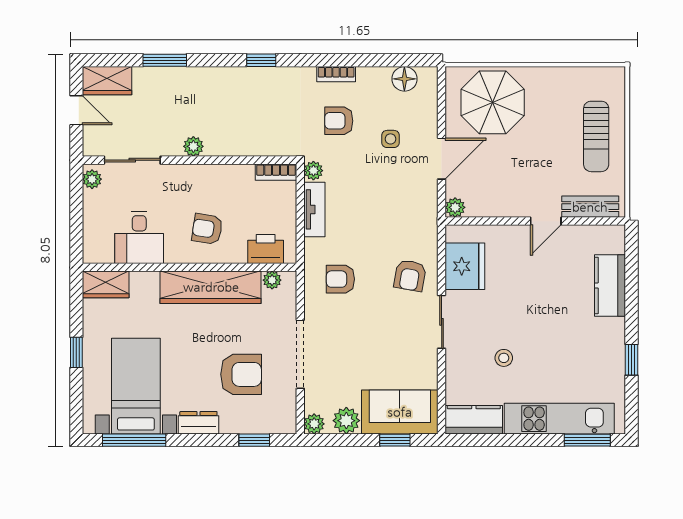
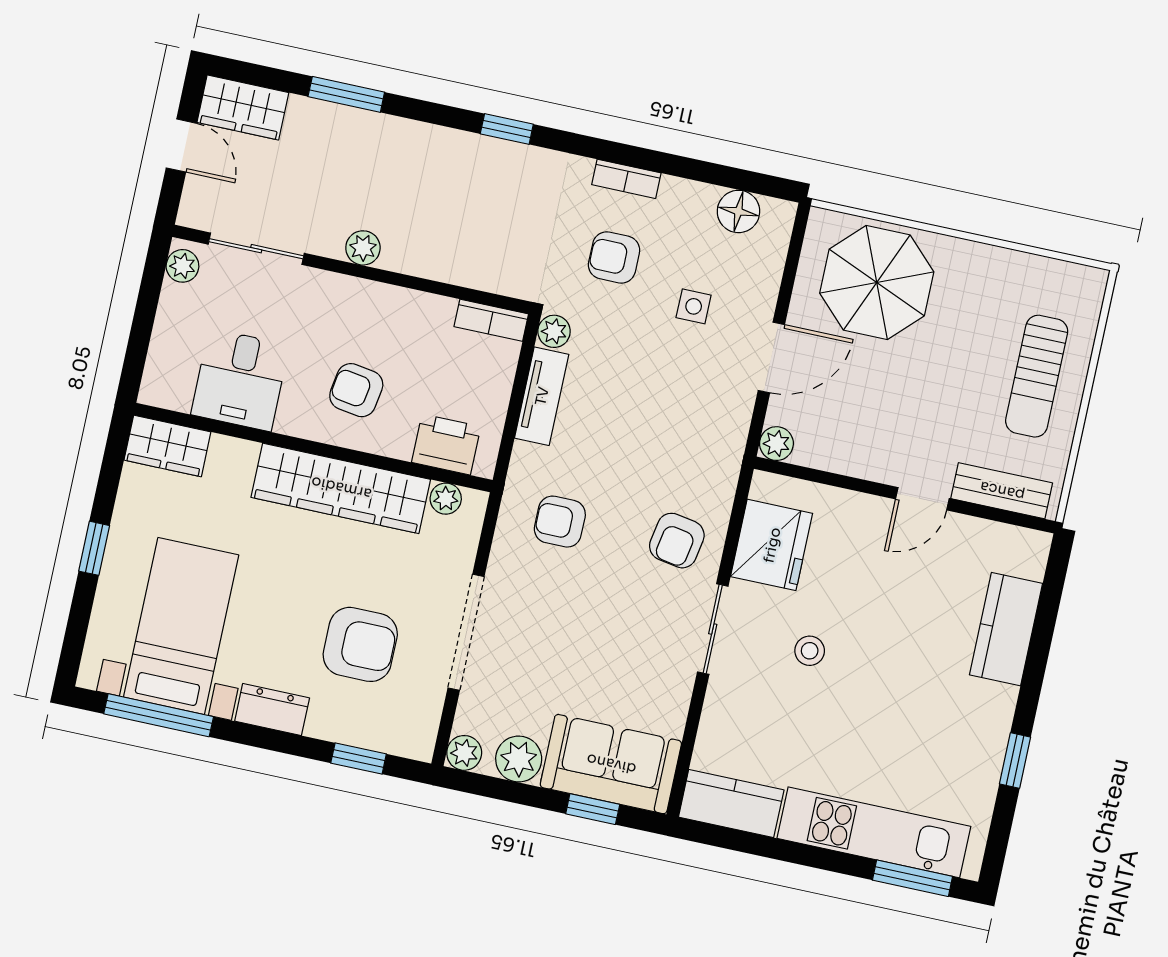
stool: (504, 358) -> (810, 651), moved

